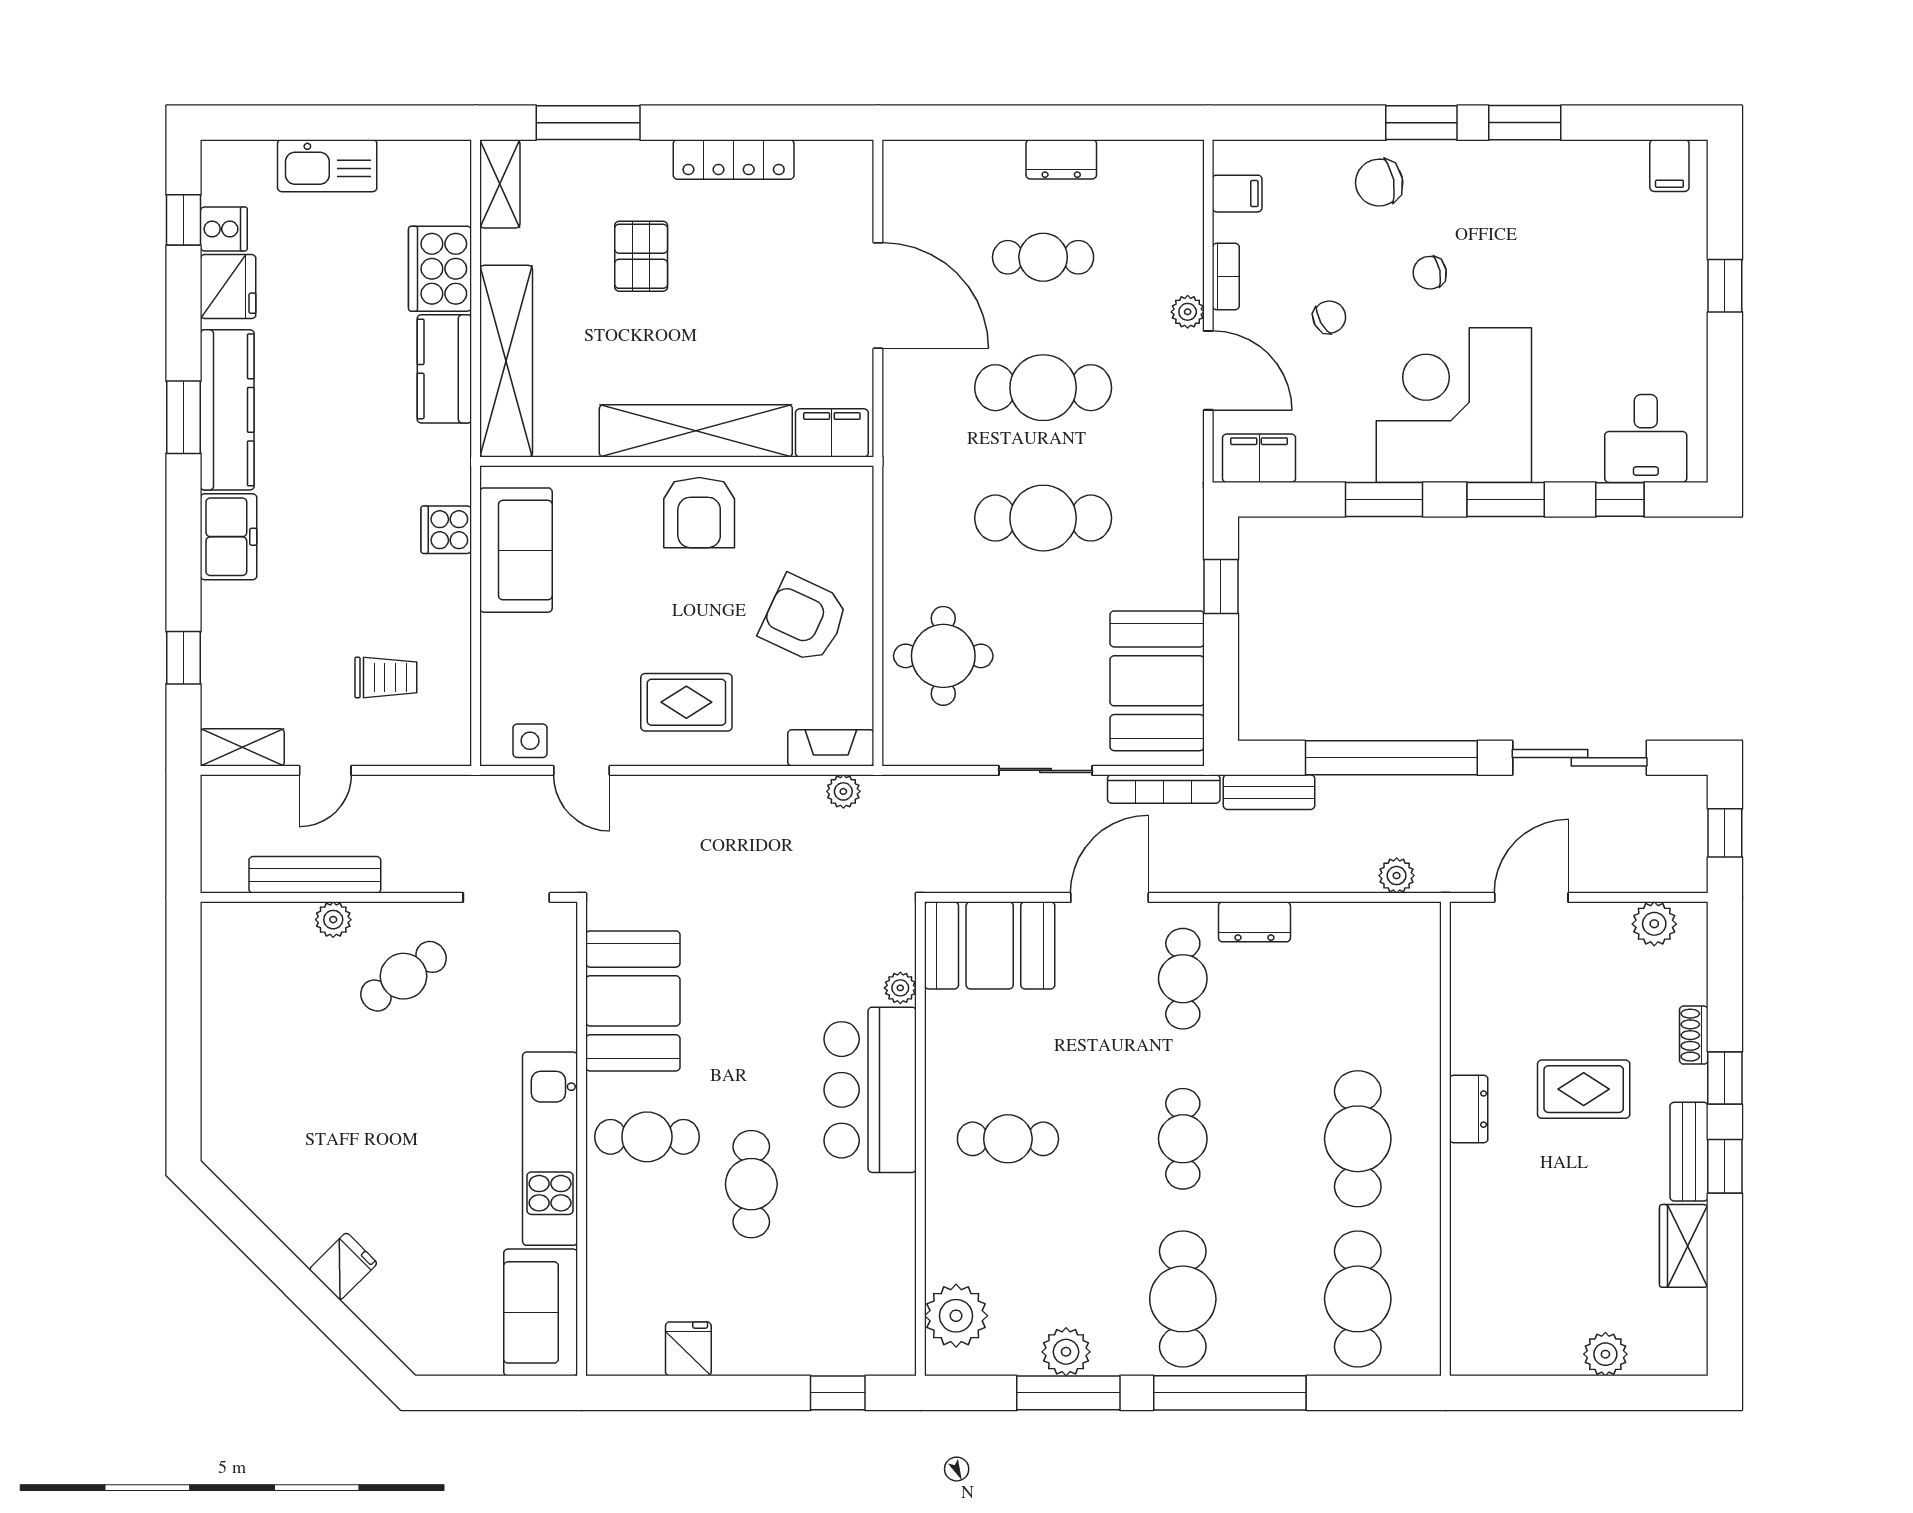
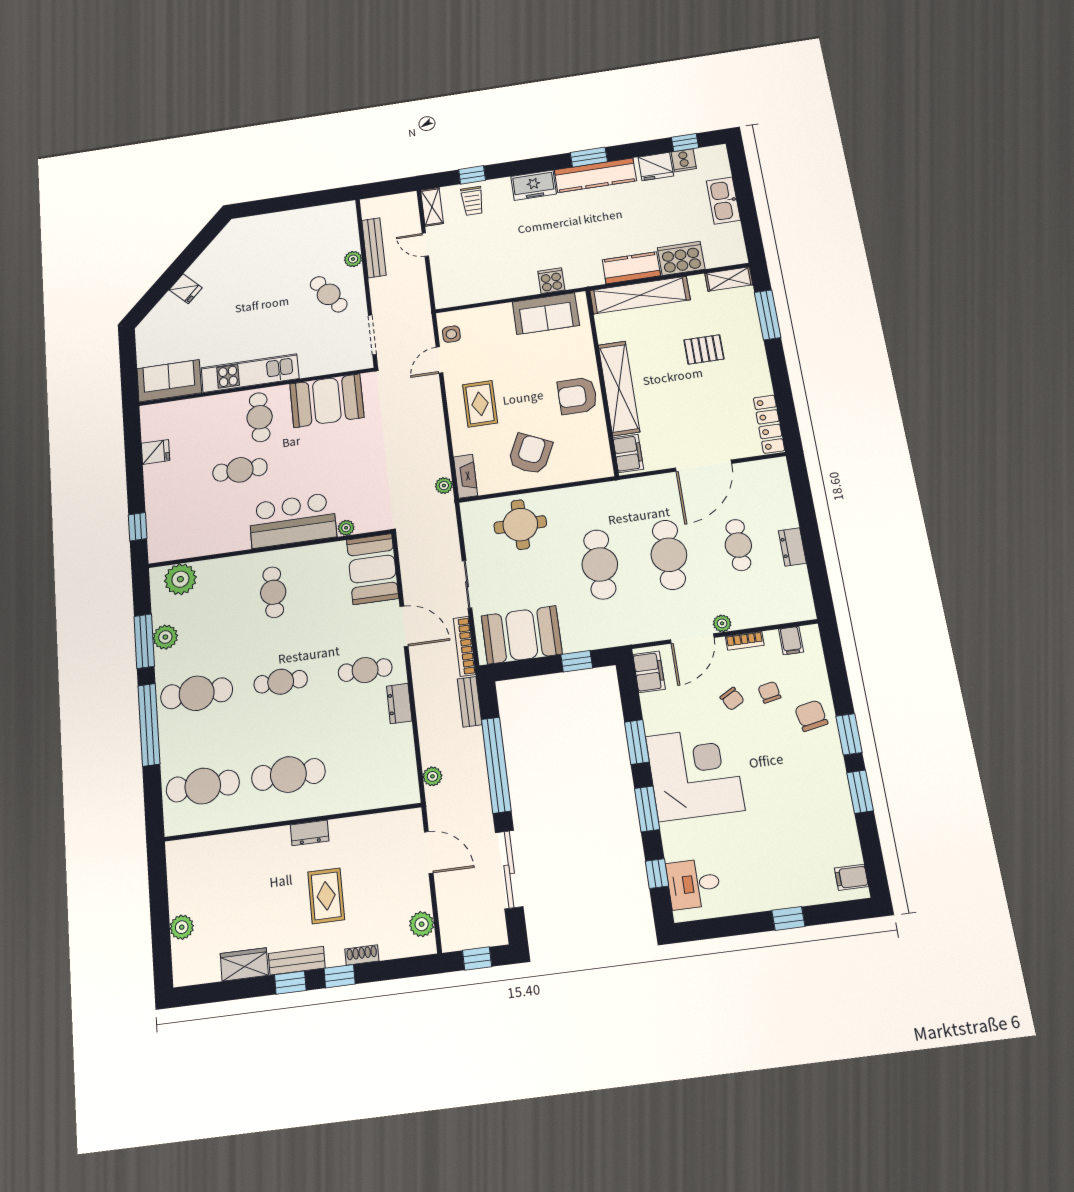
locker: (734, 159) -> (769, 424), moved
chair: (1430, 273) -> (769, 692), moved
trolley: (386, 677) -> (472, 201), moved

